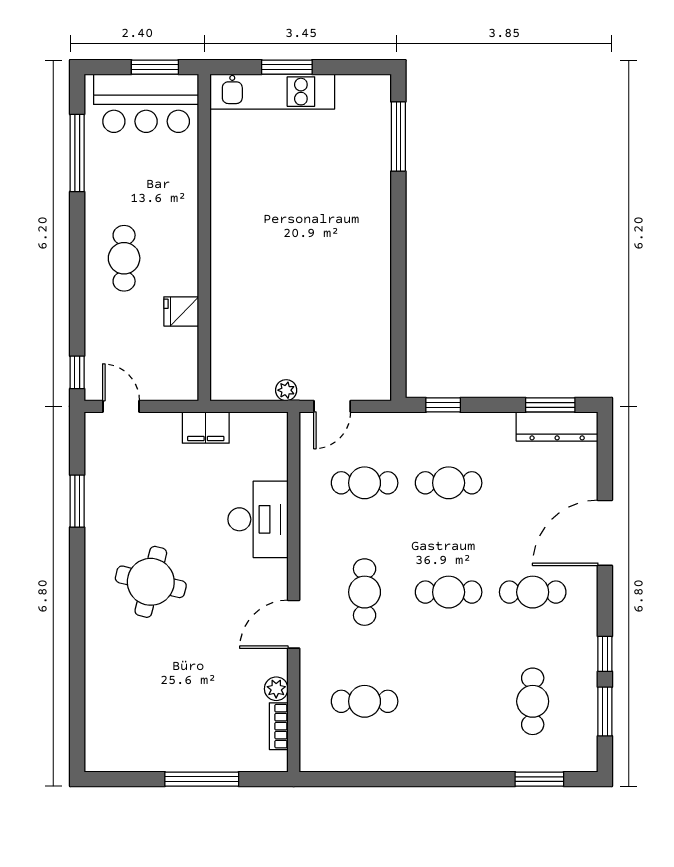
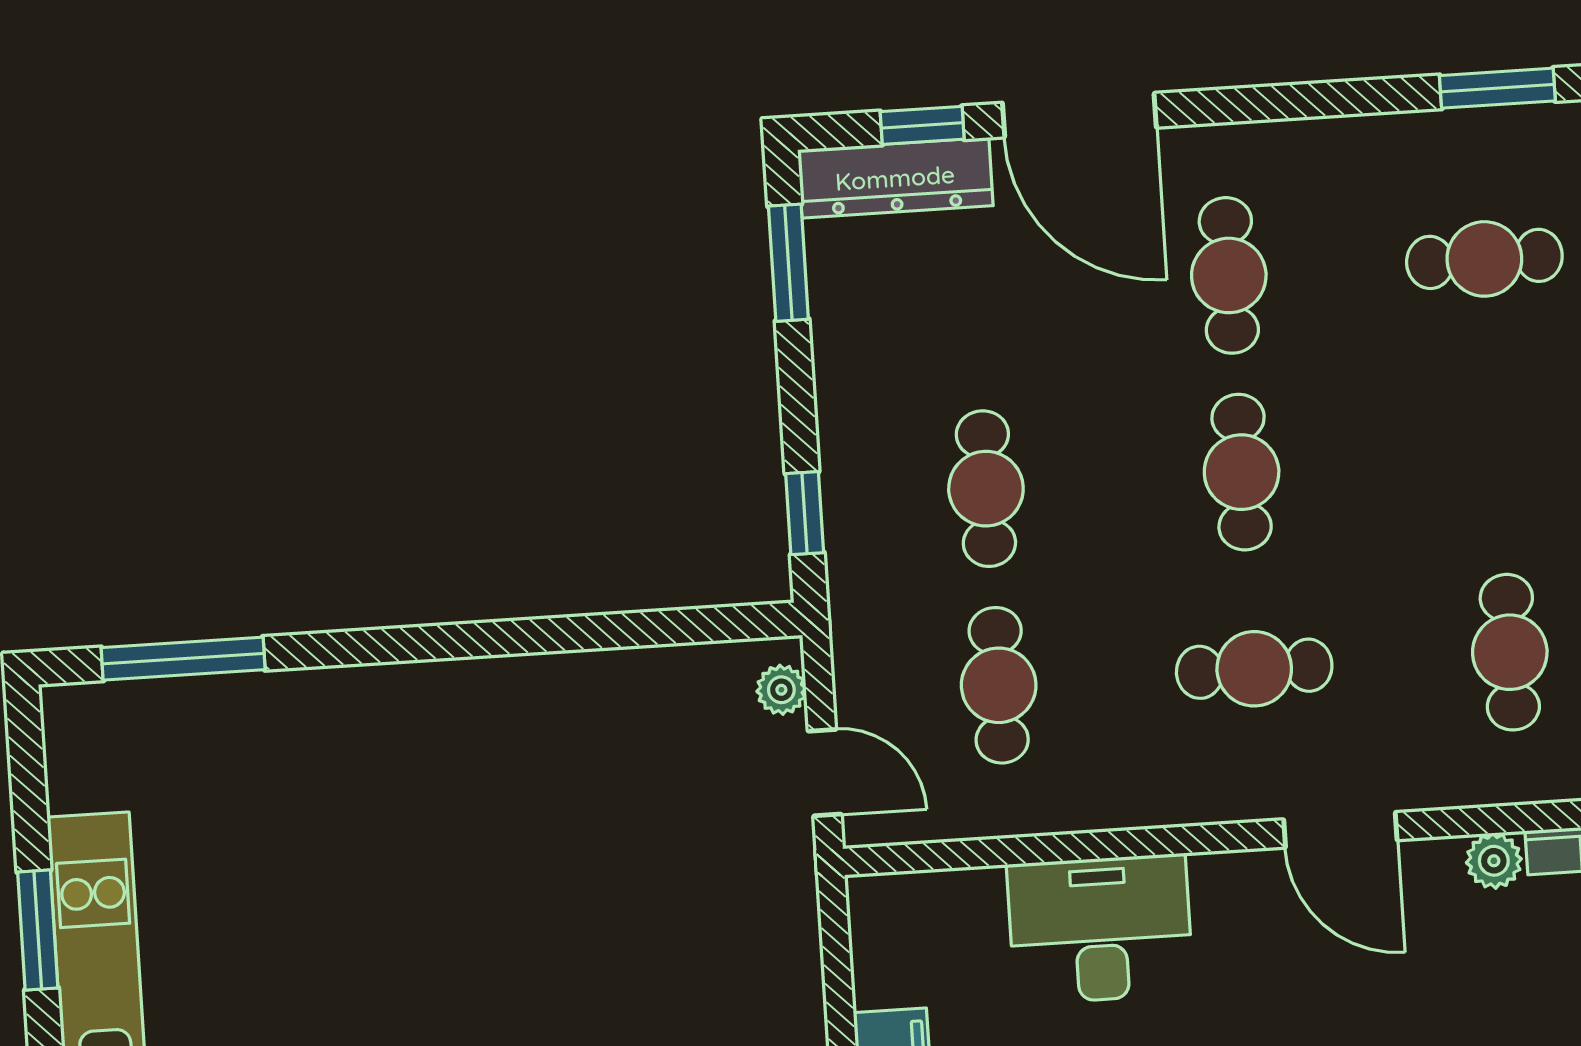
plant: (286, 390) -> (781, 690), moved
dresser: (557, 427) -> (895, 178), moved, turned 90
window: (605, 654) -> (922, 125), moved

